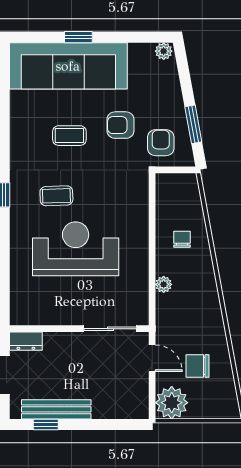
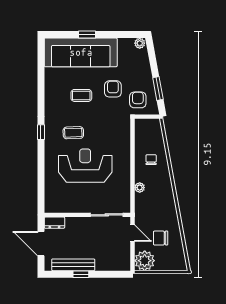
armchair: (120, 125) -> (113, 89), turned 90
window: (46, 424) -> (81, 274), moved

